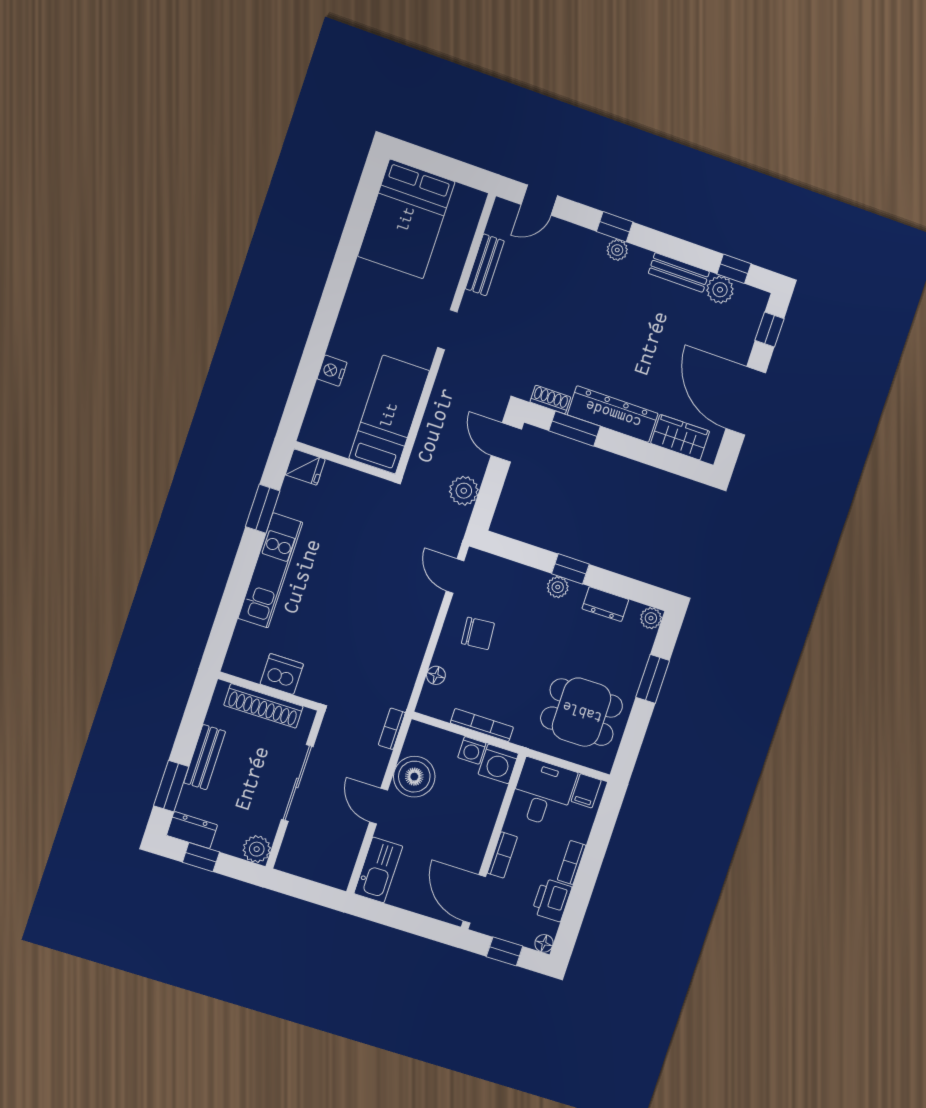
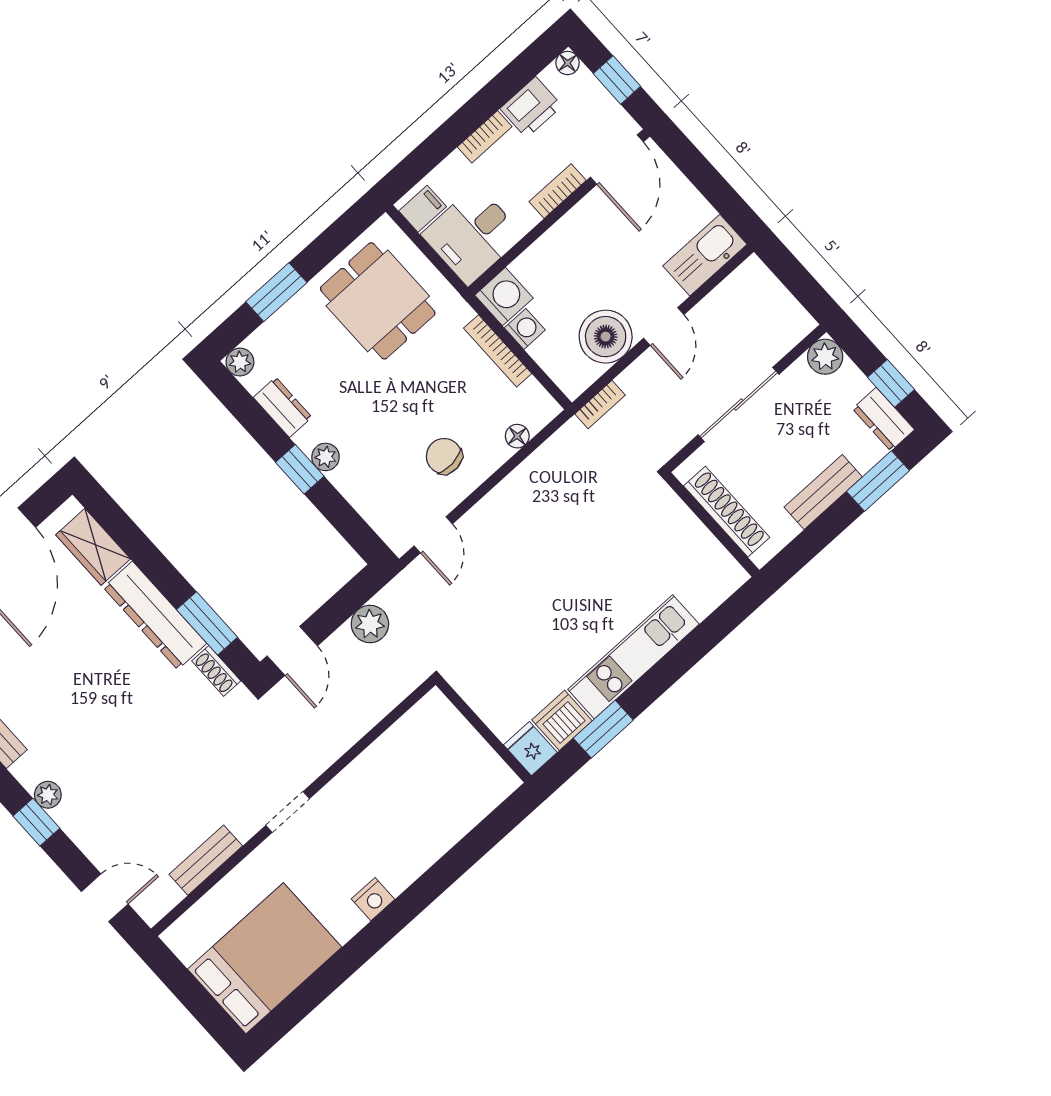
nightstand: (332, 371) -> (373, 899), moved
bed: (389, 415) -> (405, 755), removed
dishwasher: (282, 674) -> (562, 720), moved, turned 90

